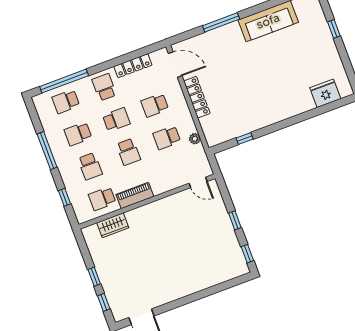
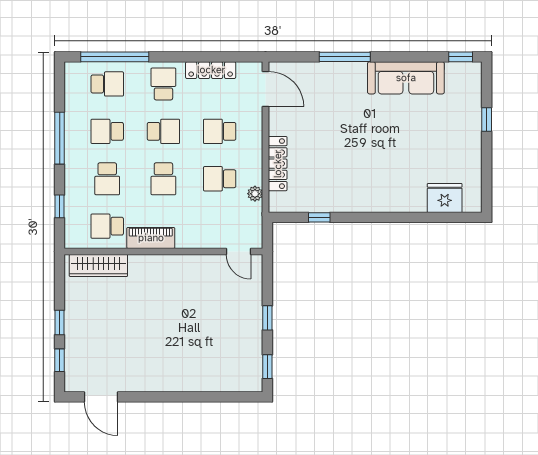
locker: (197, 97) -> (278, 164), moved
school desk: (66, 102) -> (107, 84), turned 180
wardrobe: (113, 225) -> (98, 265), width x1.50

